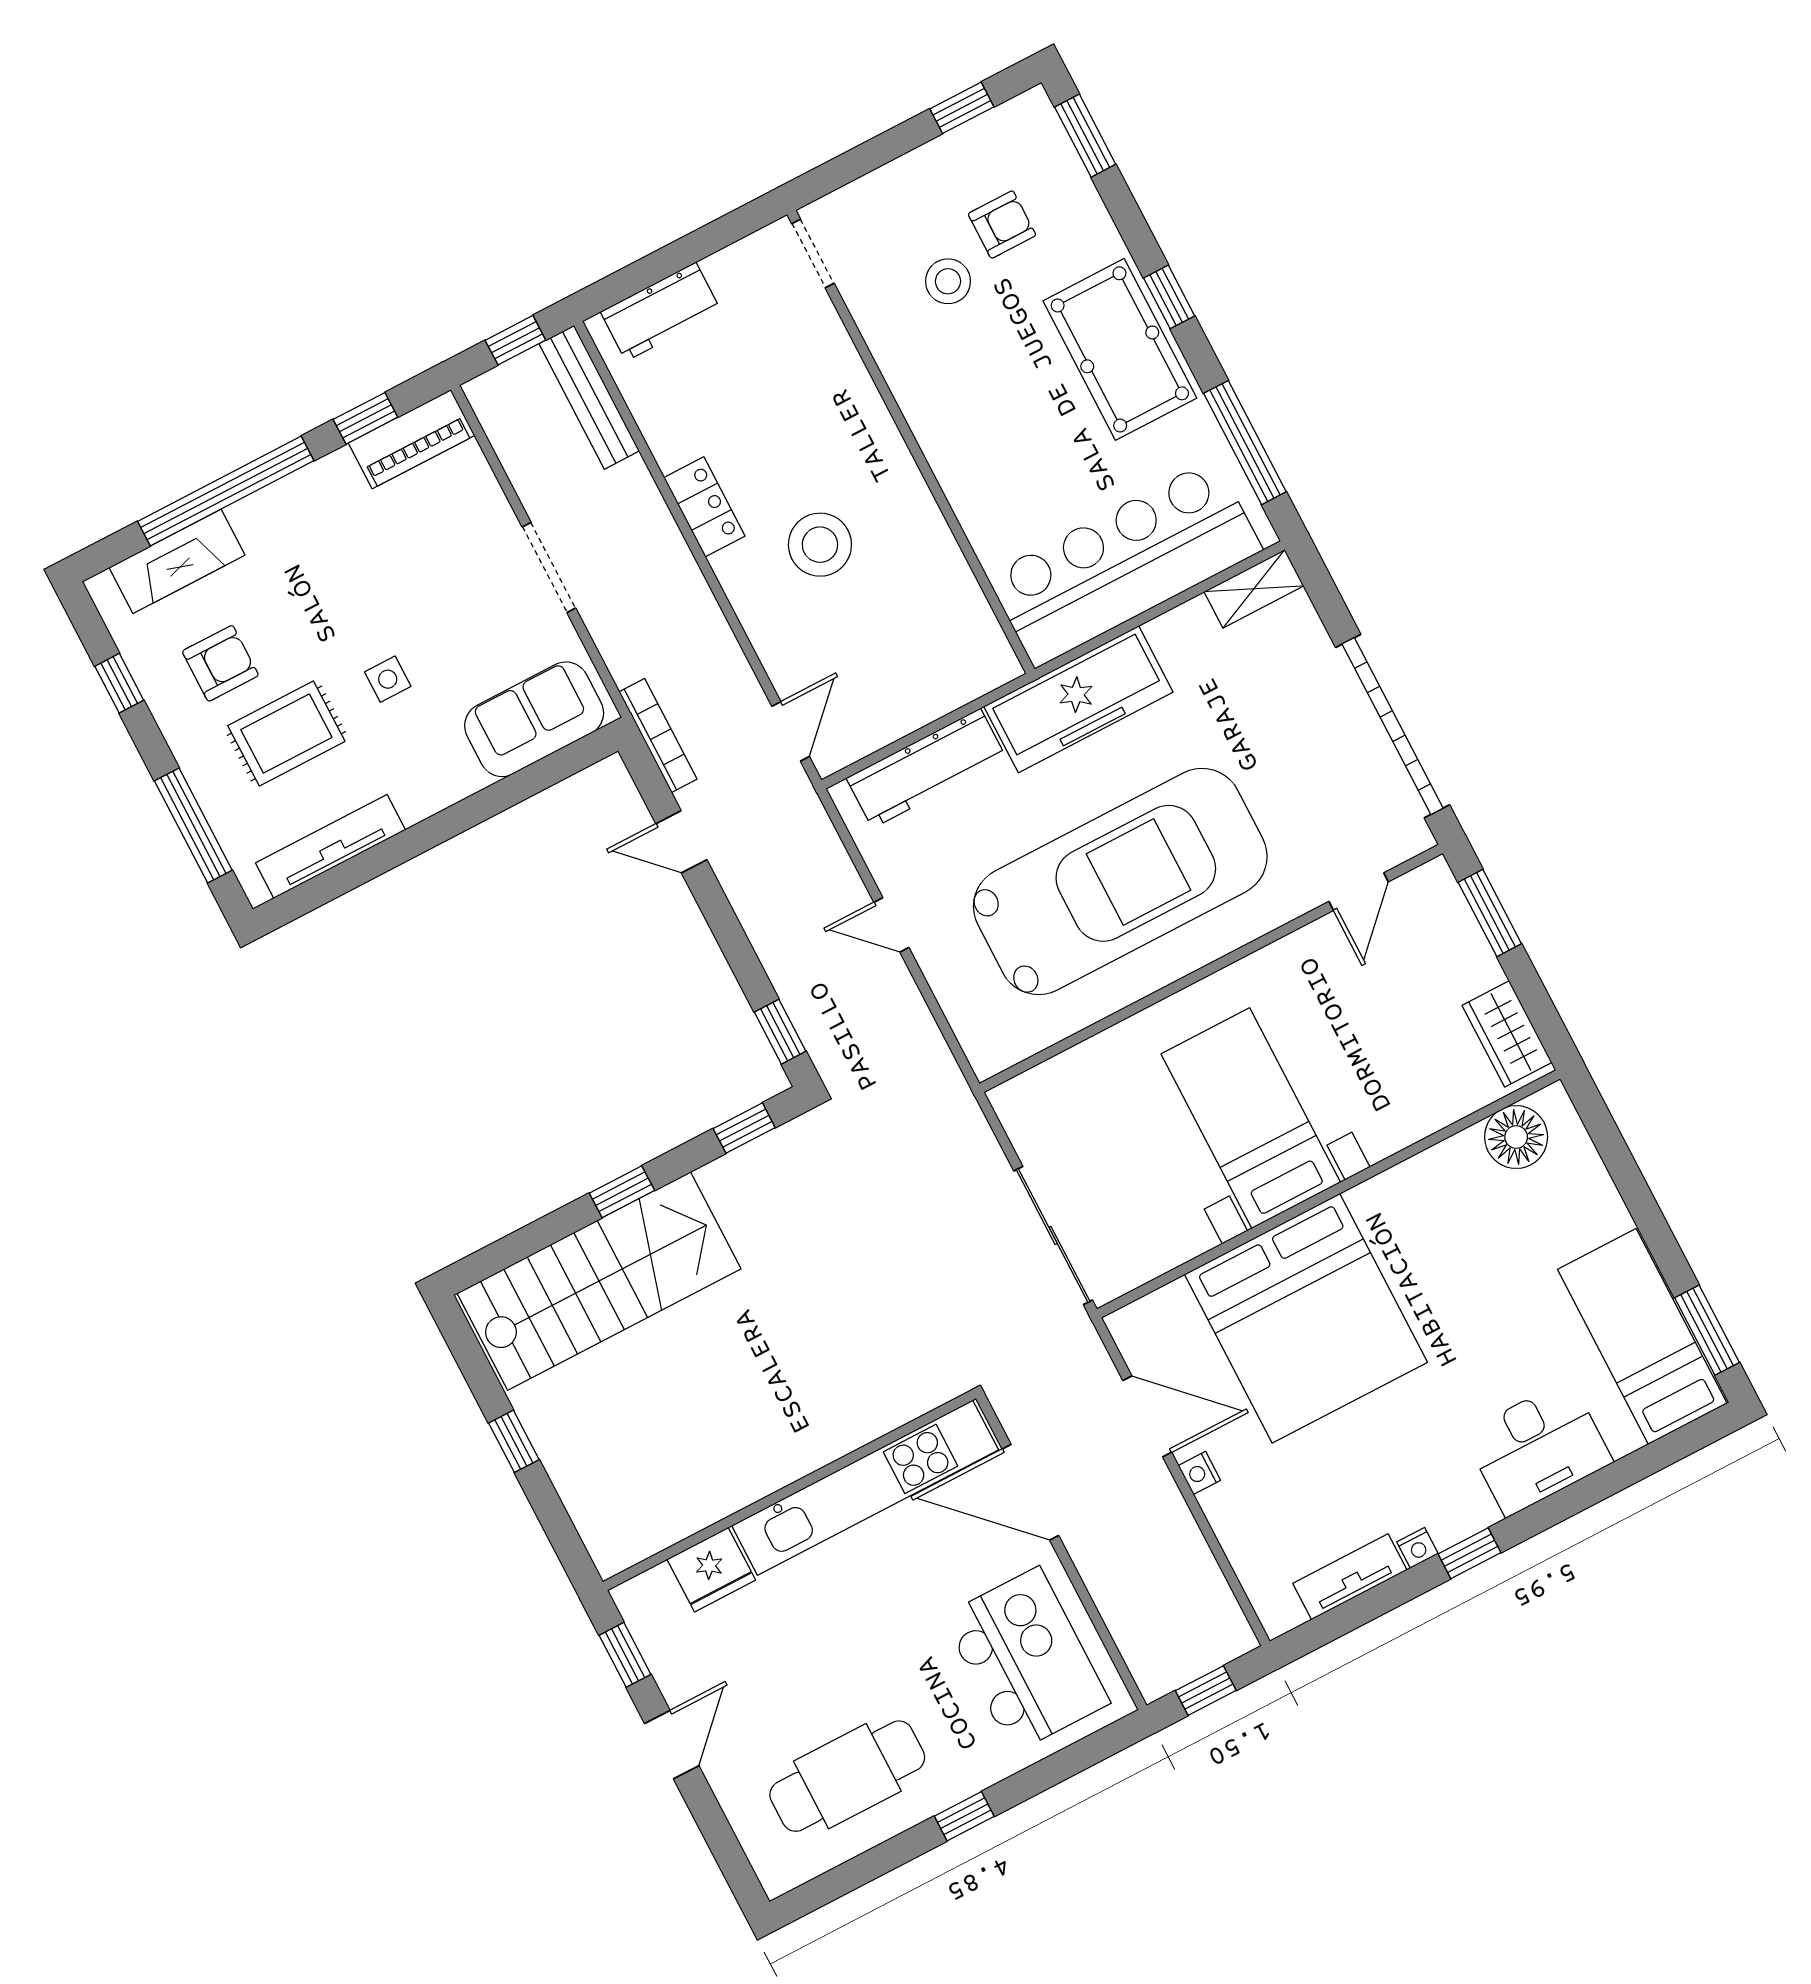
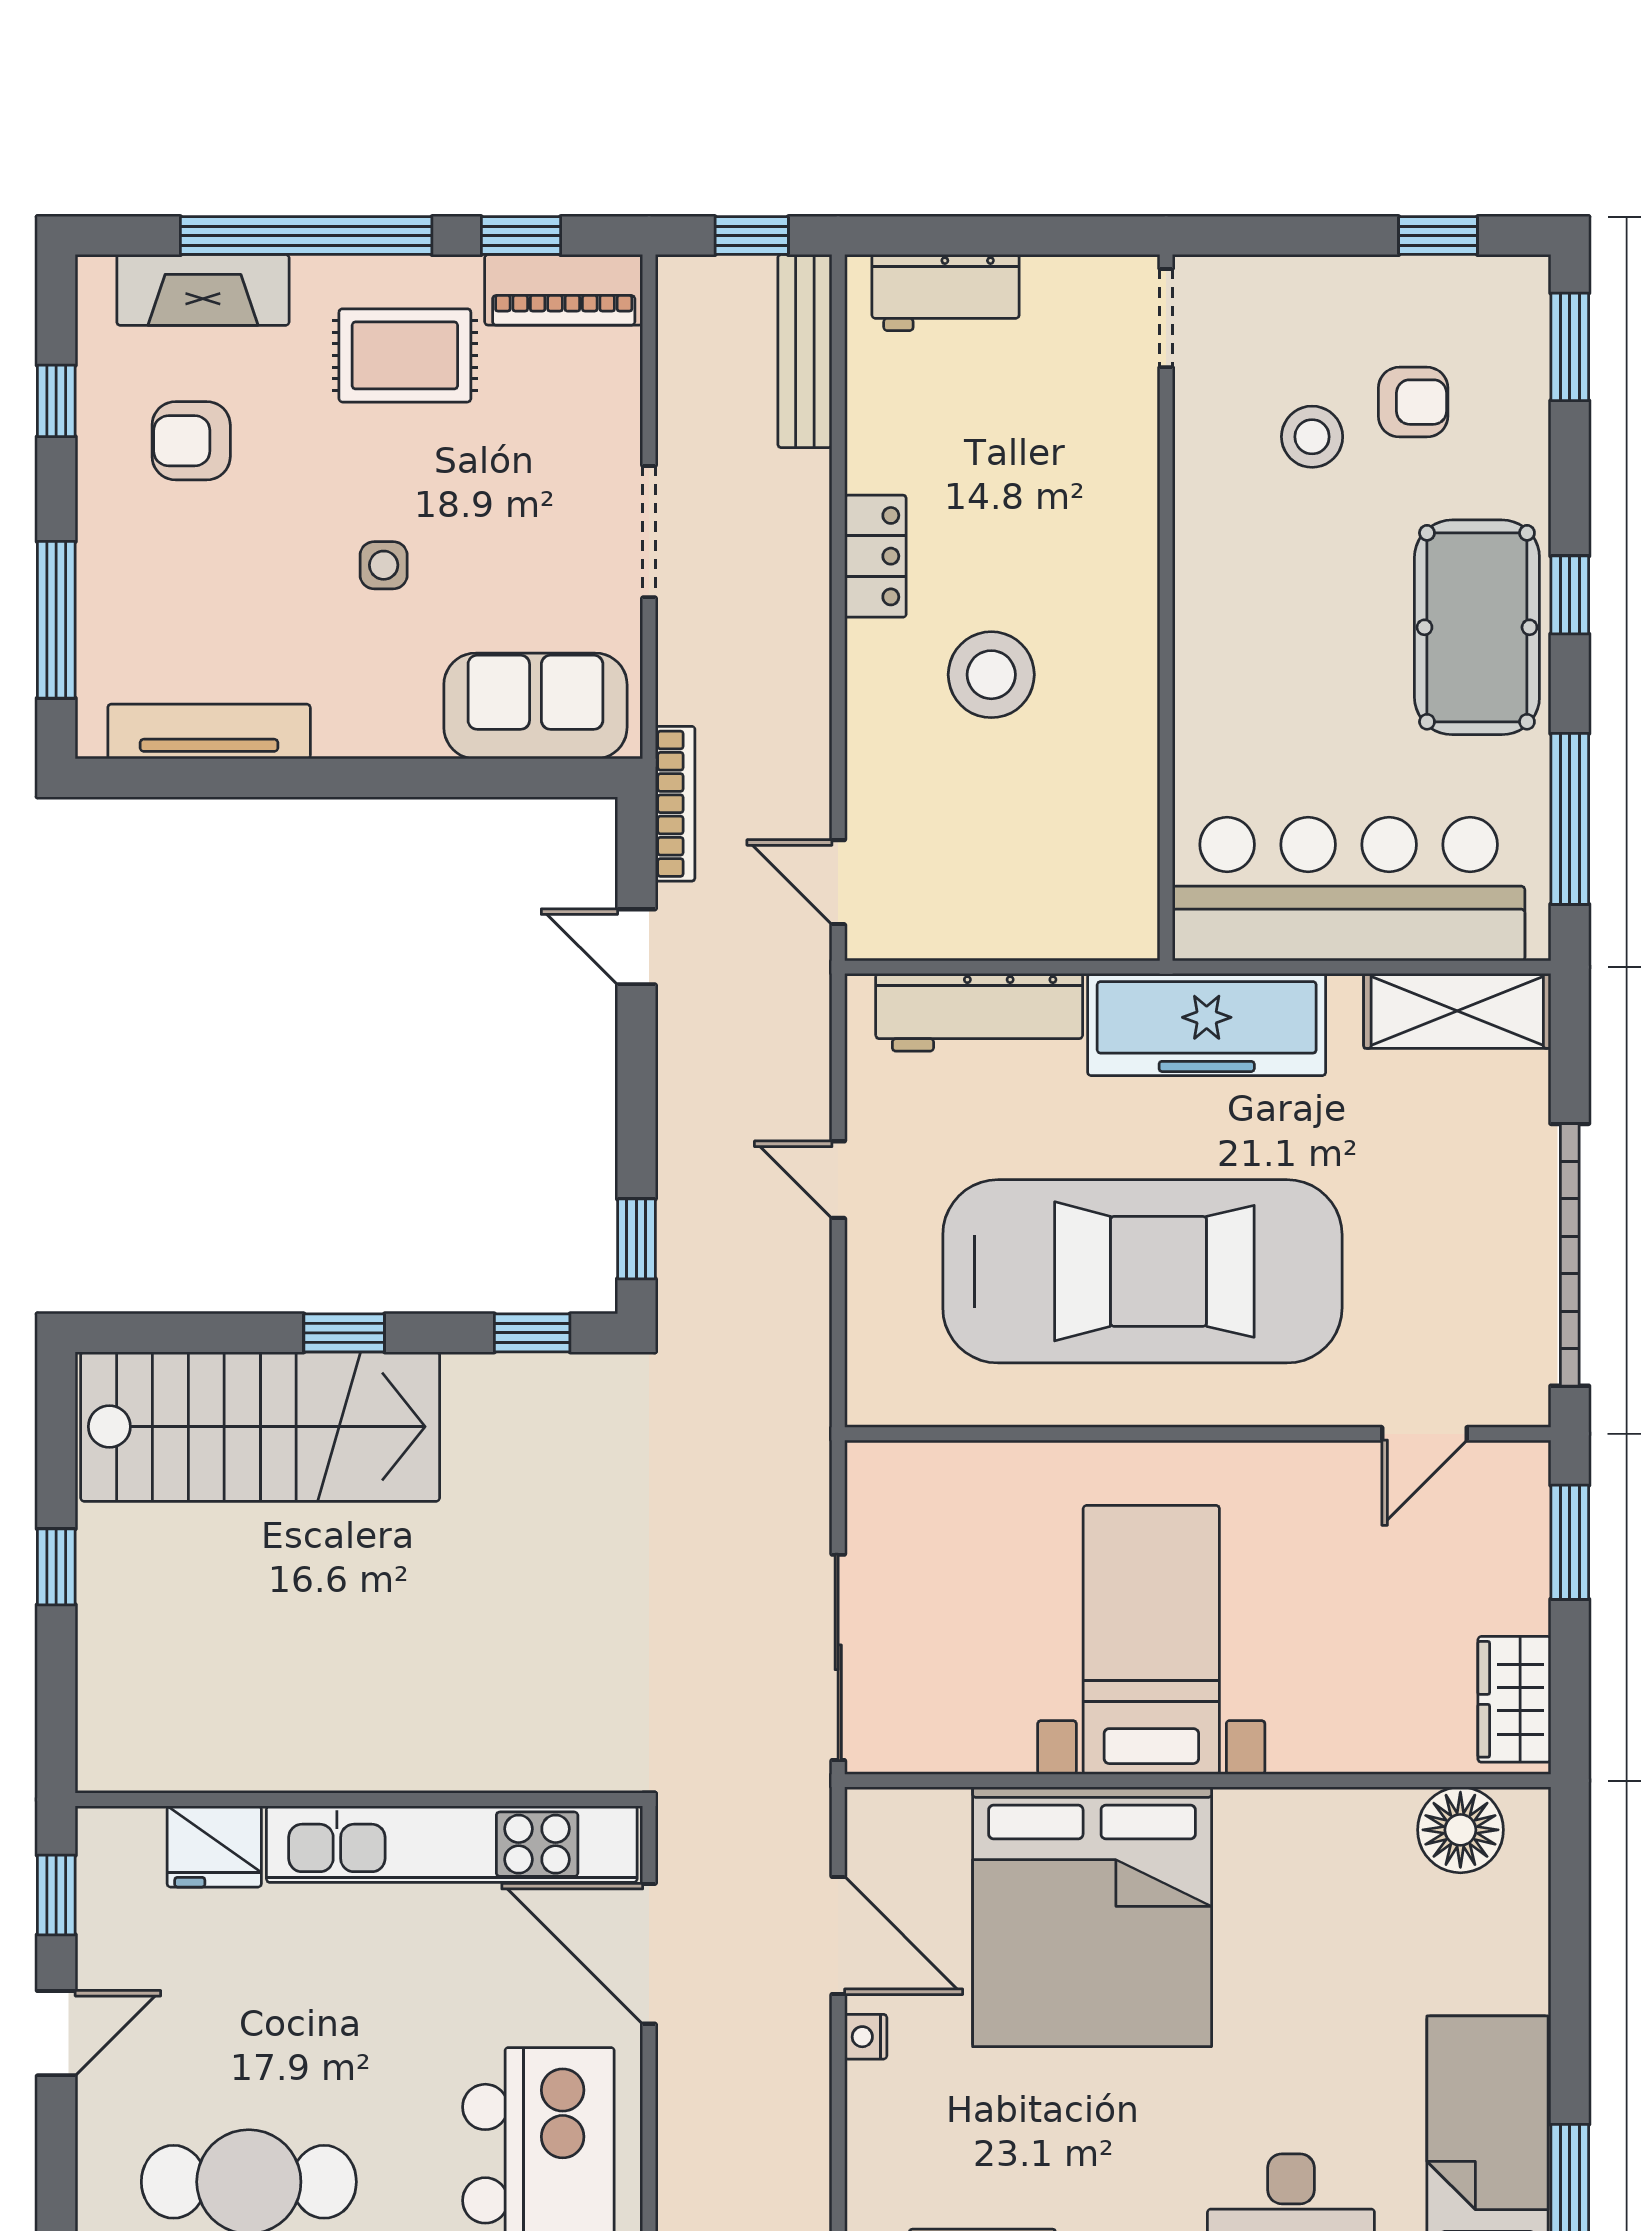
shelving: (1254, 589) -> (1457, 1011), width x1.50, depth x1.33
armchair: (220, 663) -> (191, 441), turned 180
door: (791, 731) -> (838, 882), swing flipped
rug: (286, 734) -> (405, 355), moved

